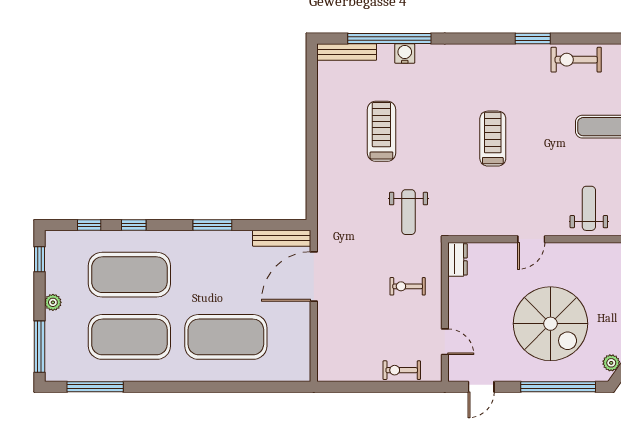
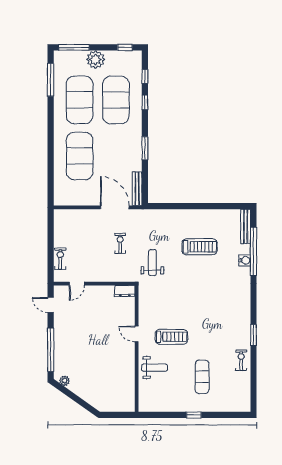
exercise bike: (576, 60) -> (241, 360), width x0.73, depth x0.72
treadmill: (493, 139) -> (171, 337), moved
weight bench: (408, 212) -> (152, 263), turned 90
exercise bike: (408, 286) -> (120, 243), moved
plant: (53, 302) -> (96, 60), width x1.87, depth x1.87
spiral stairs: (550, 324) -> (87, 345), removed

